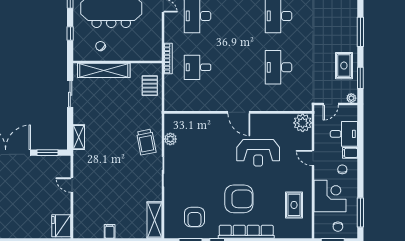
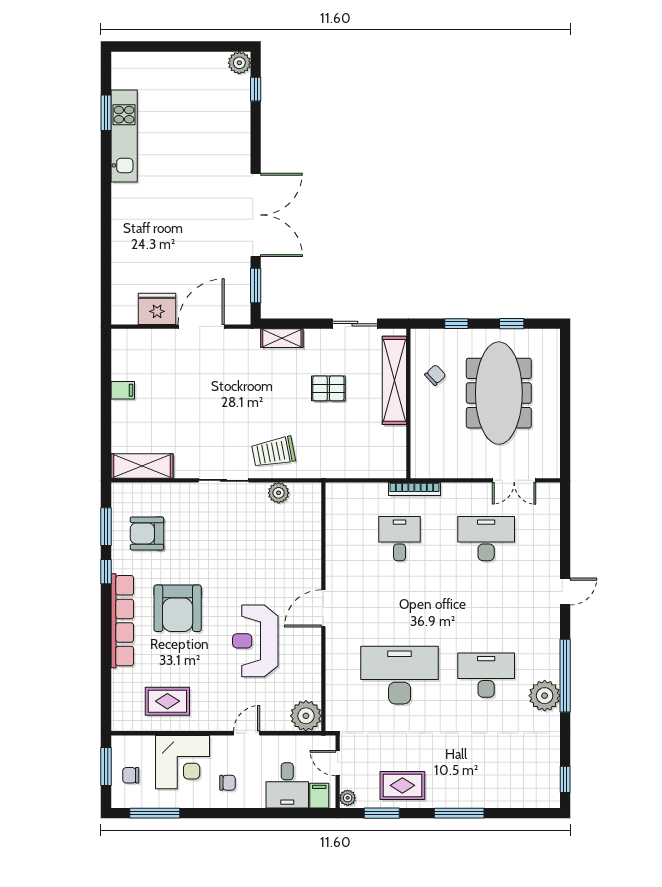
desk: (279, 67) -> (400, 675), width x1.36, depth x1.30
pallet: (150, 86) -> (328, 388), moved
filing cabinet: (350, 153) -> (319, 796), moved
door: (72, 185) -> (201, 327), width x1.87
fridge: (61, 226) -> (157, 309), moved

